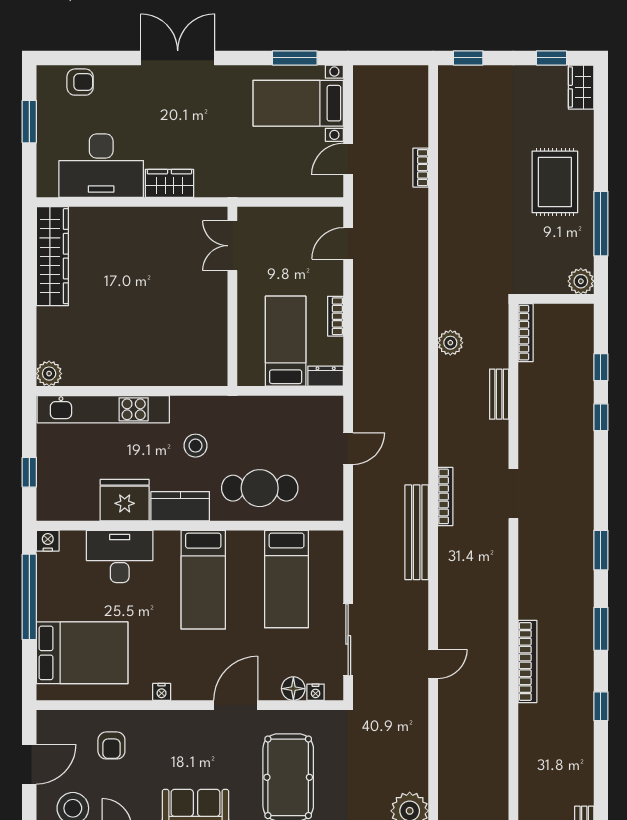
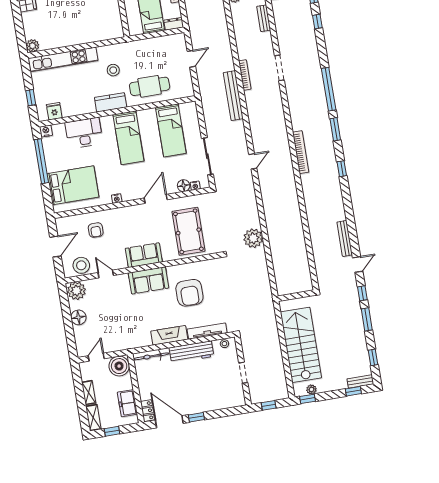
fridge: (125, 500) -> (54, 111), moved, width x0.53, depth x0.75
window: (601, 550) -> (329, 89), width x2.11

